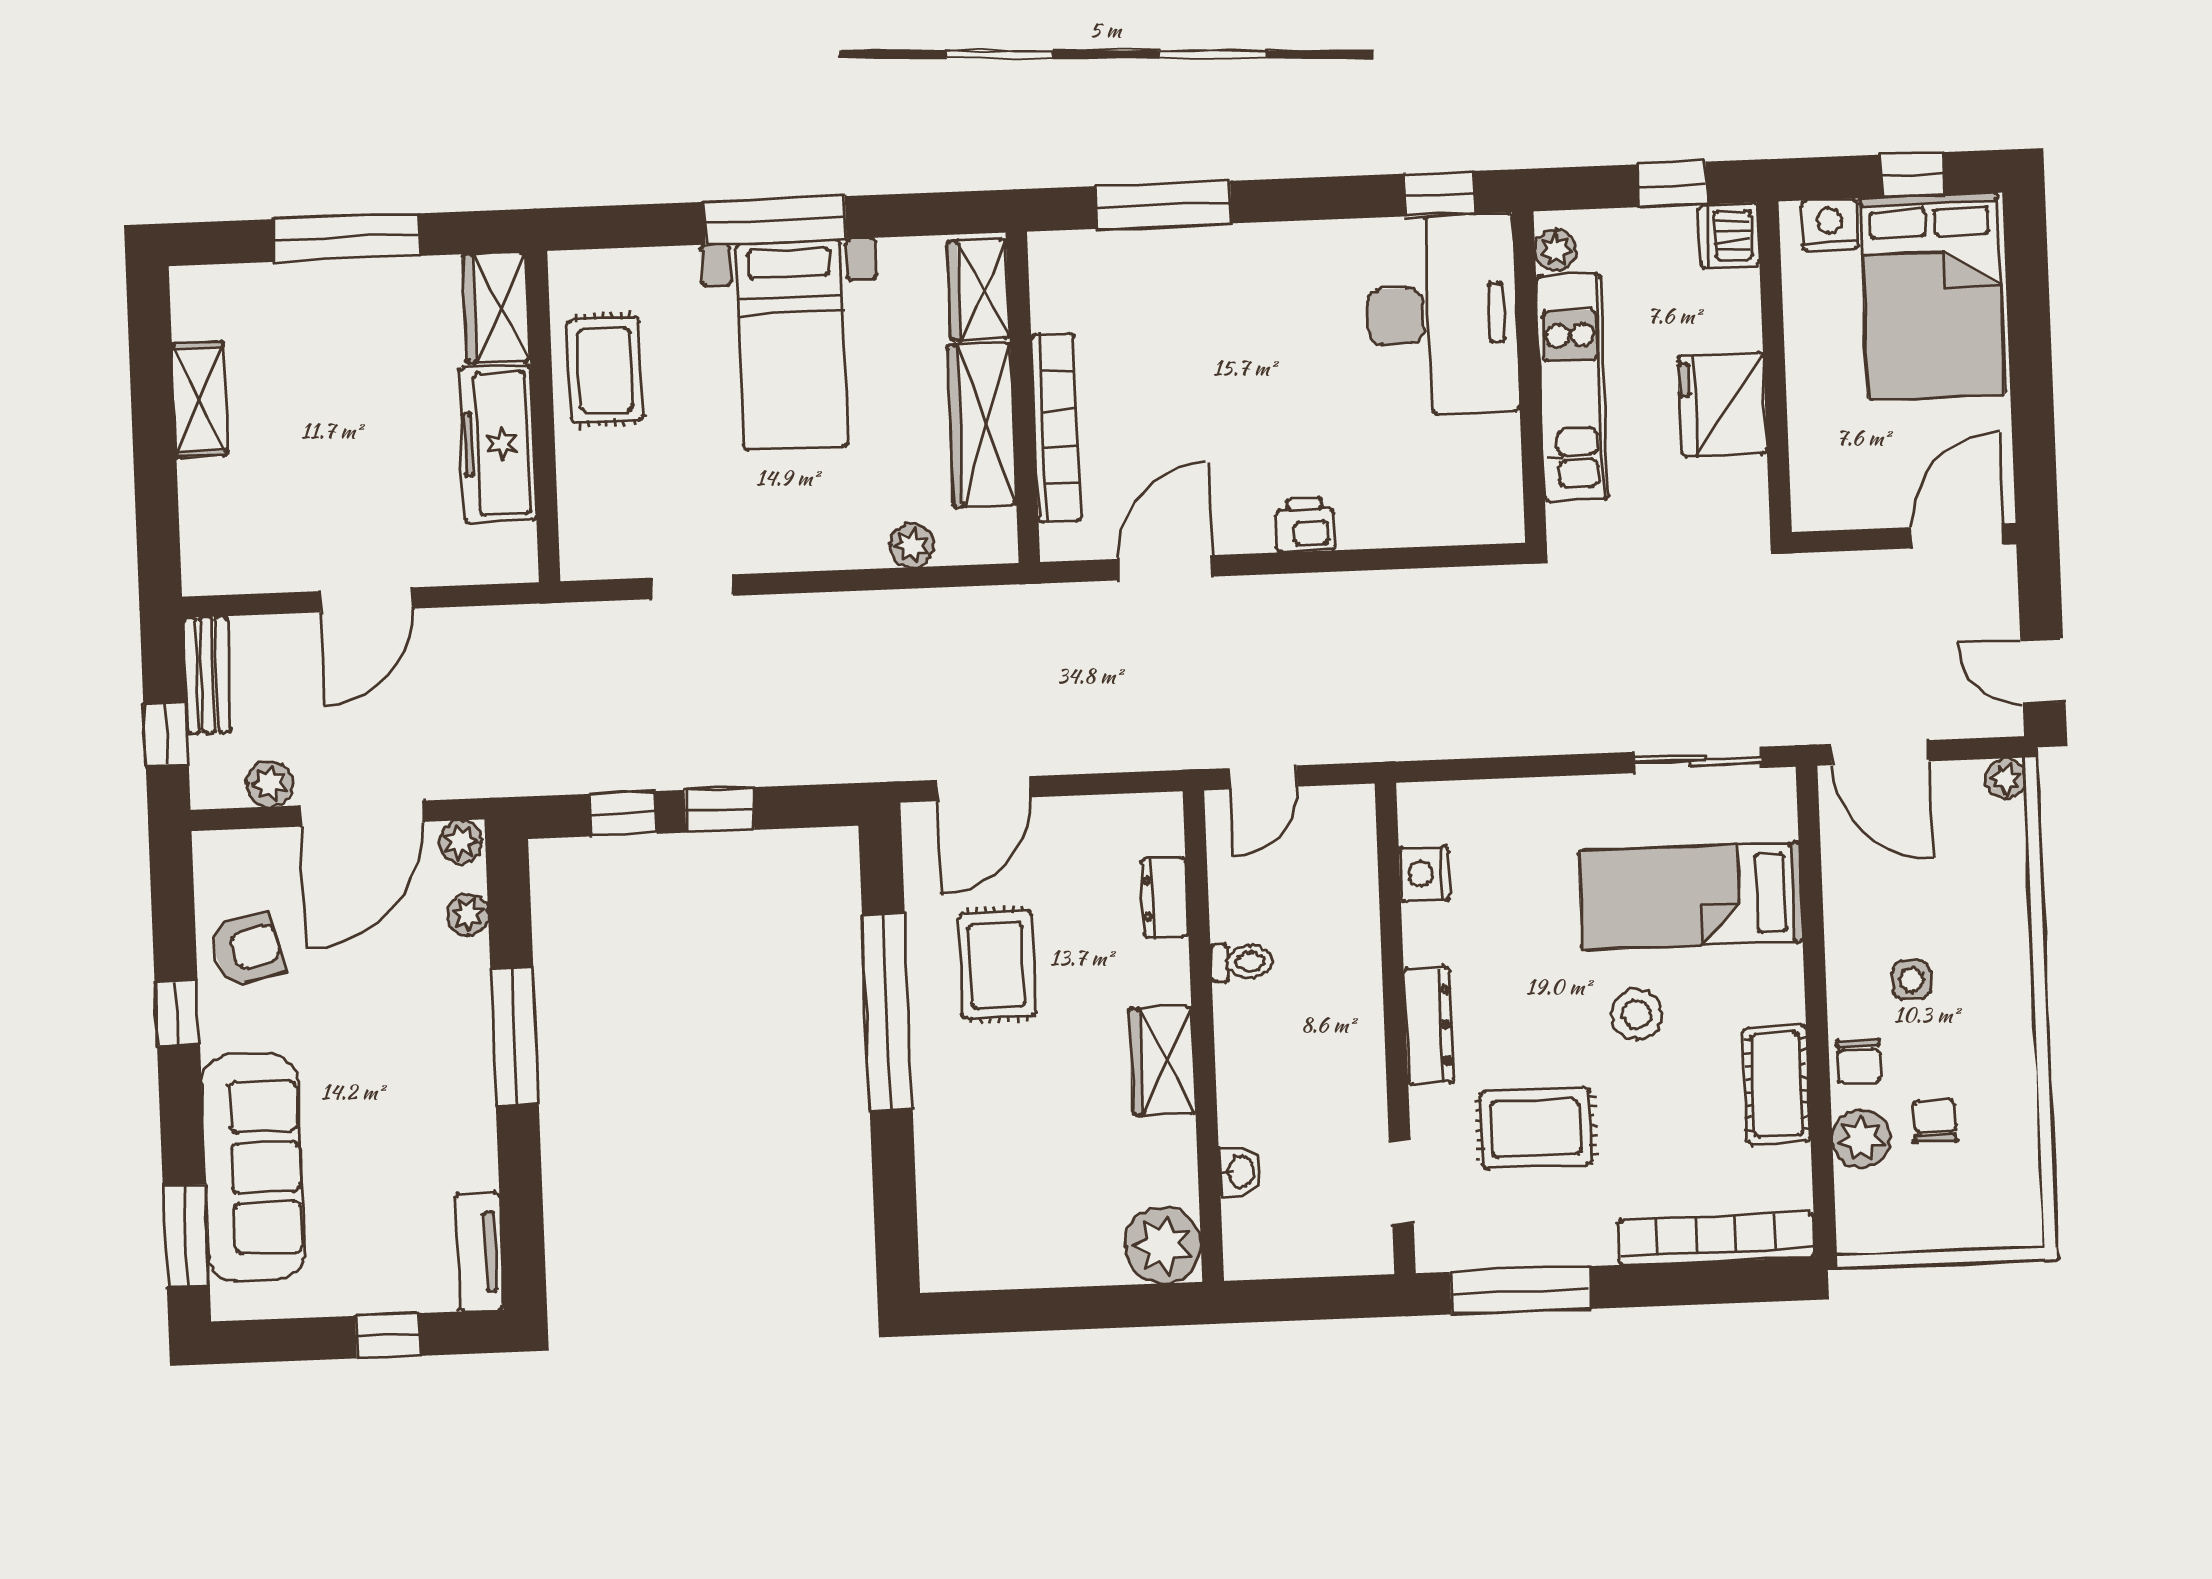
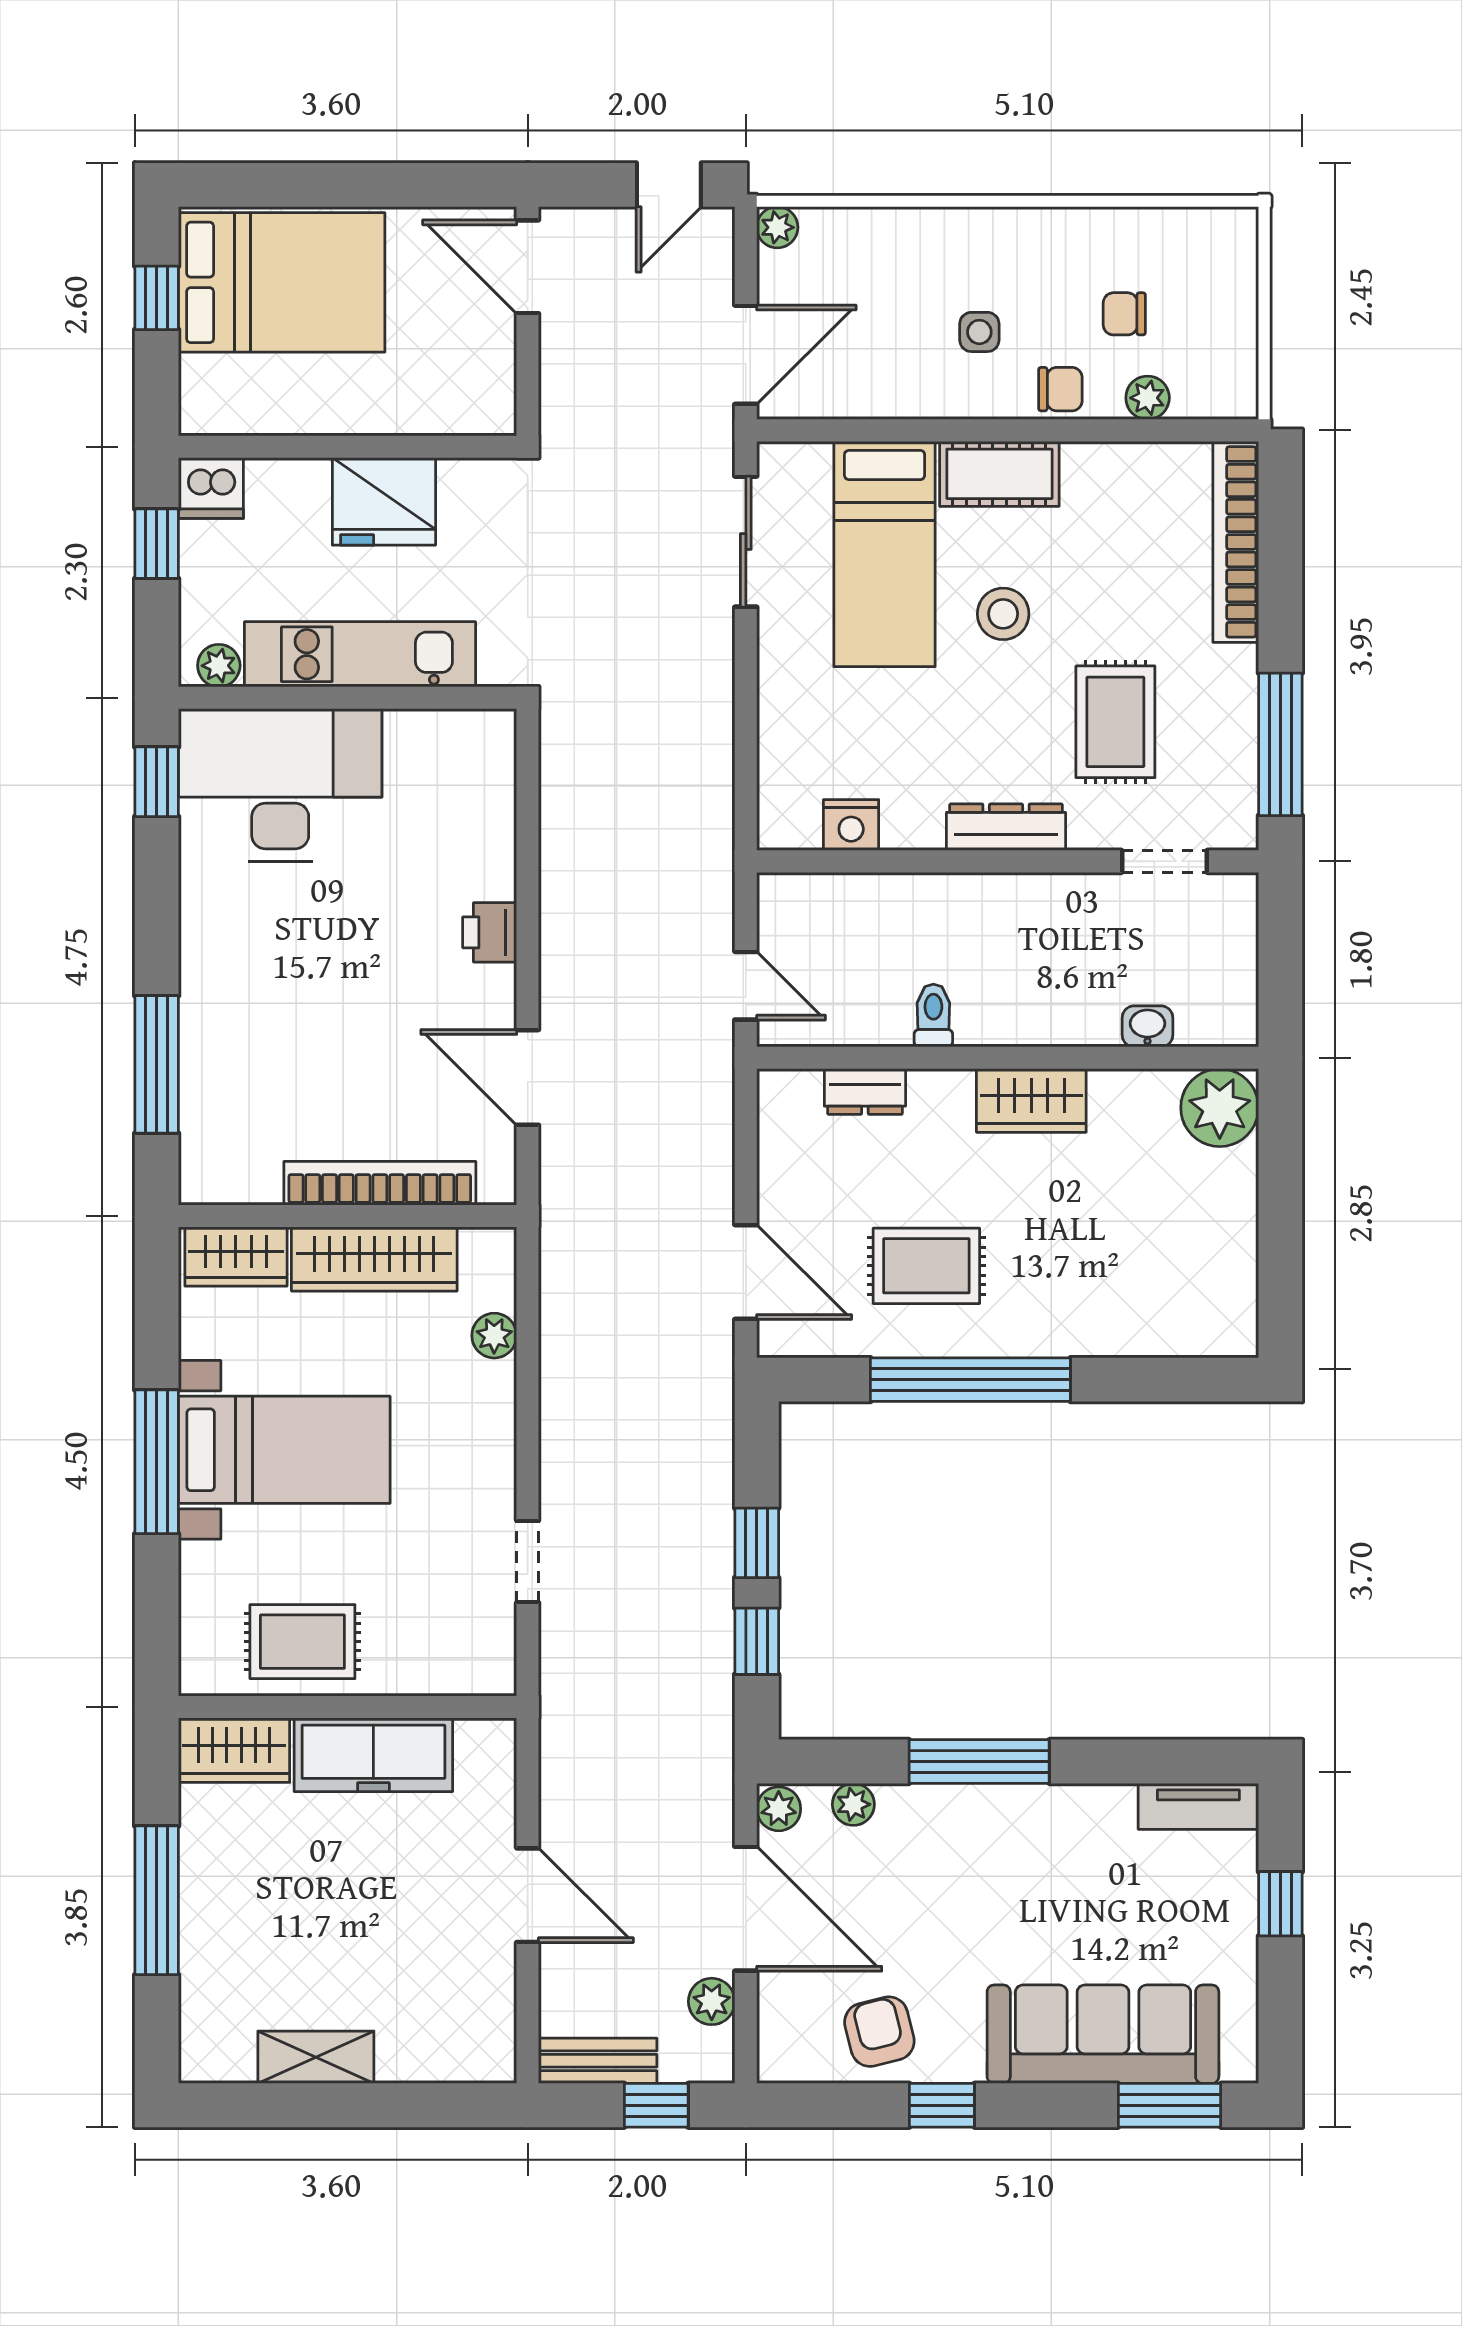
nightstand: (1830, 225) -> (204, 385), removed
cot: (1777, 1085) -> (999, 474), moved
plant: (1861, 1139) -> (1148, 398), width x0.73, depth x0.73

